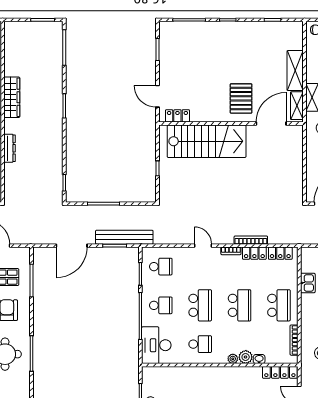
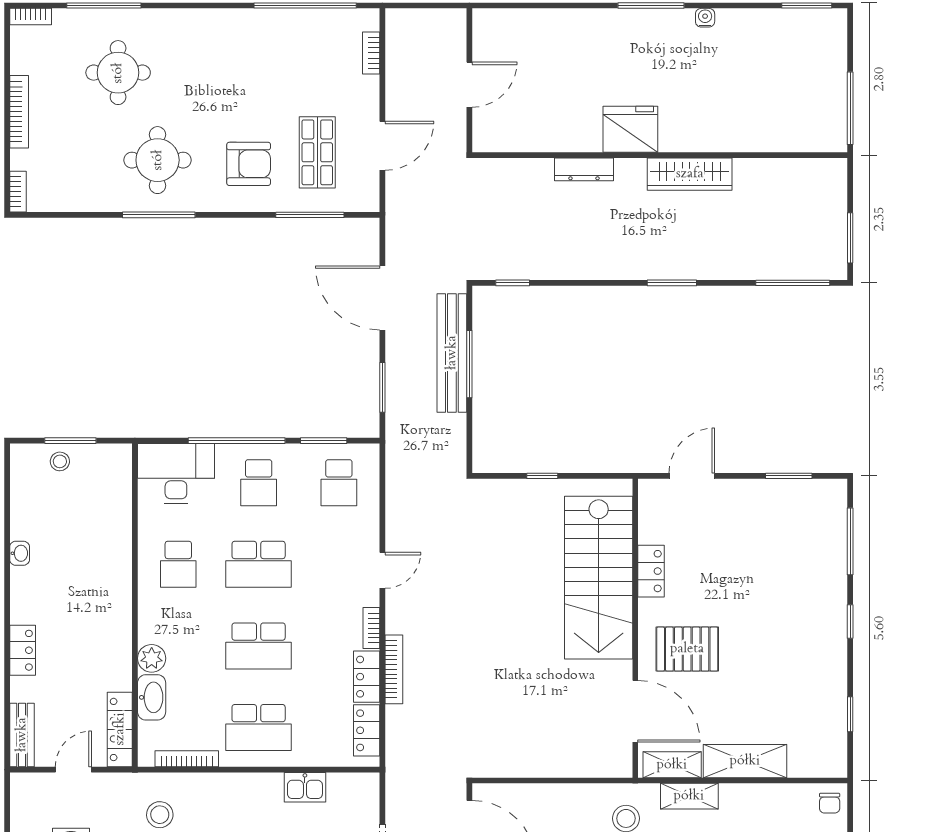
locker: (177, 116) -> (651, 571), moved
bench: (124, 237) -> (452, 353), moved
plant: (233, 359) -> (148, 632), removed
washbasin: (259, 359) -> (152, 697), width x1.91, depth x1.45

